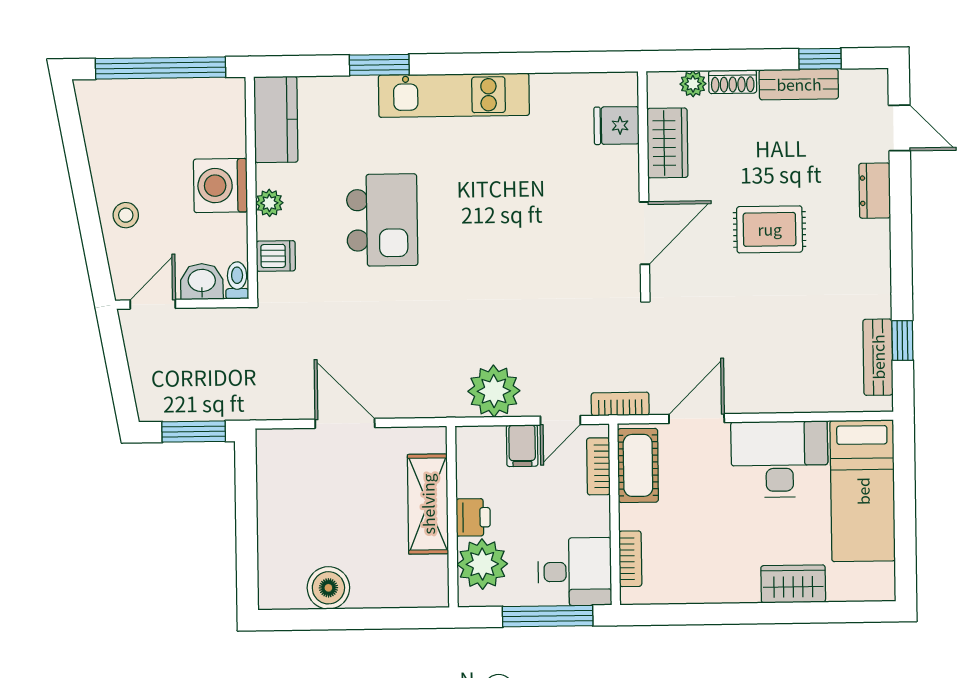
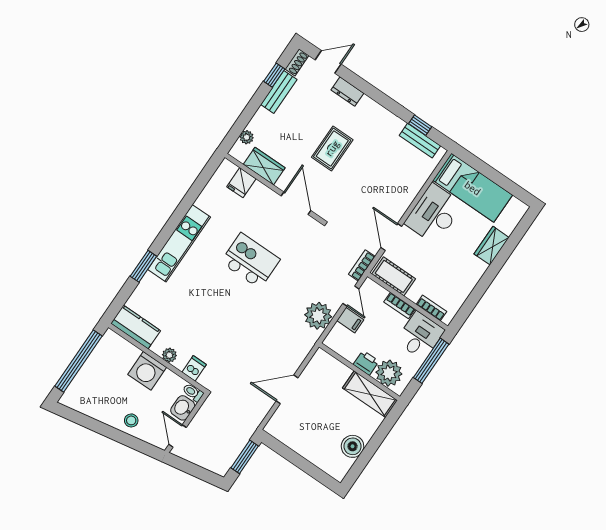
shoe rack: (733, 82) -> (297, 62), moved
kitchen island: (382, 220) -> (250, 261), moved
bookcase: (598, 466) -> (399, 306), moved
shelving: (428, 504) -> (370, 394), moved

